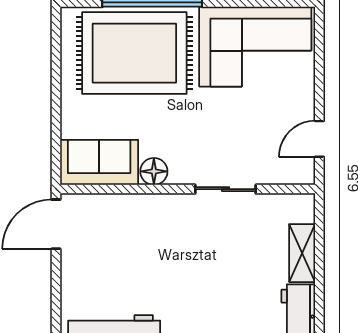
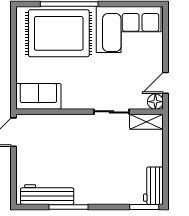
floor lamp: (154, 171) -> (155, 102), moved
shelving: (302, 253) -> (146, 122), moved, turned 90

